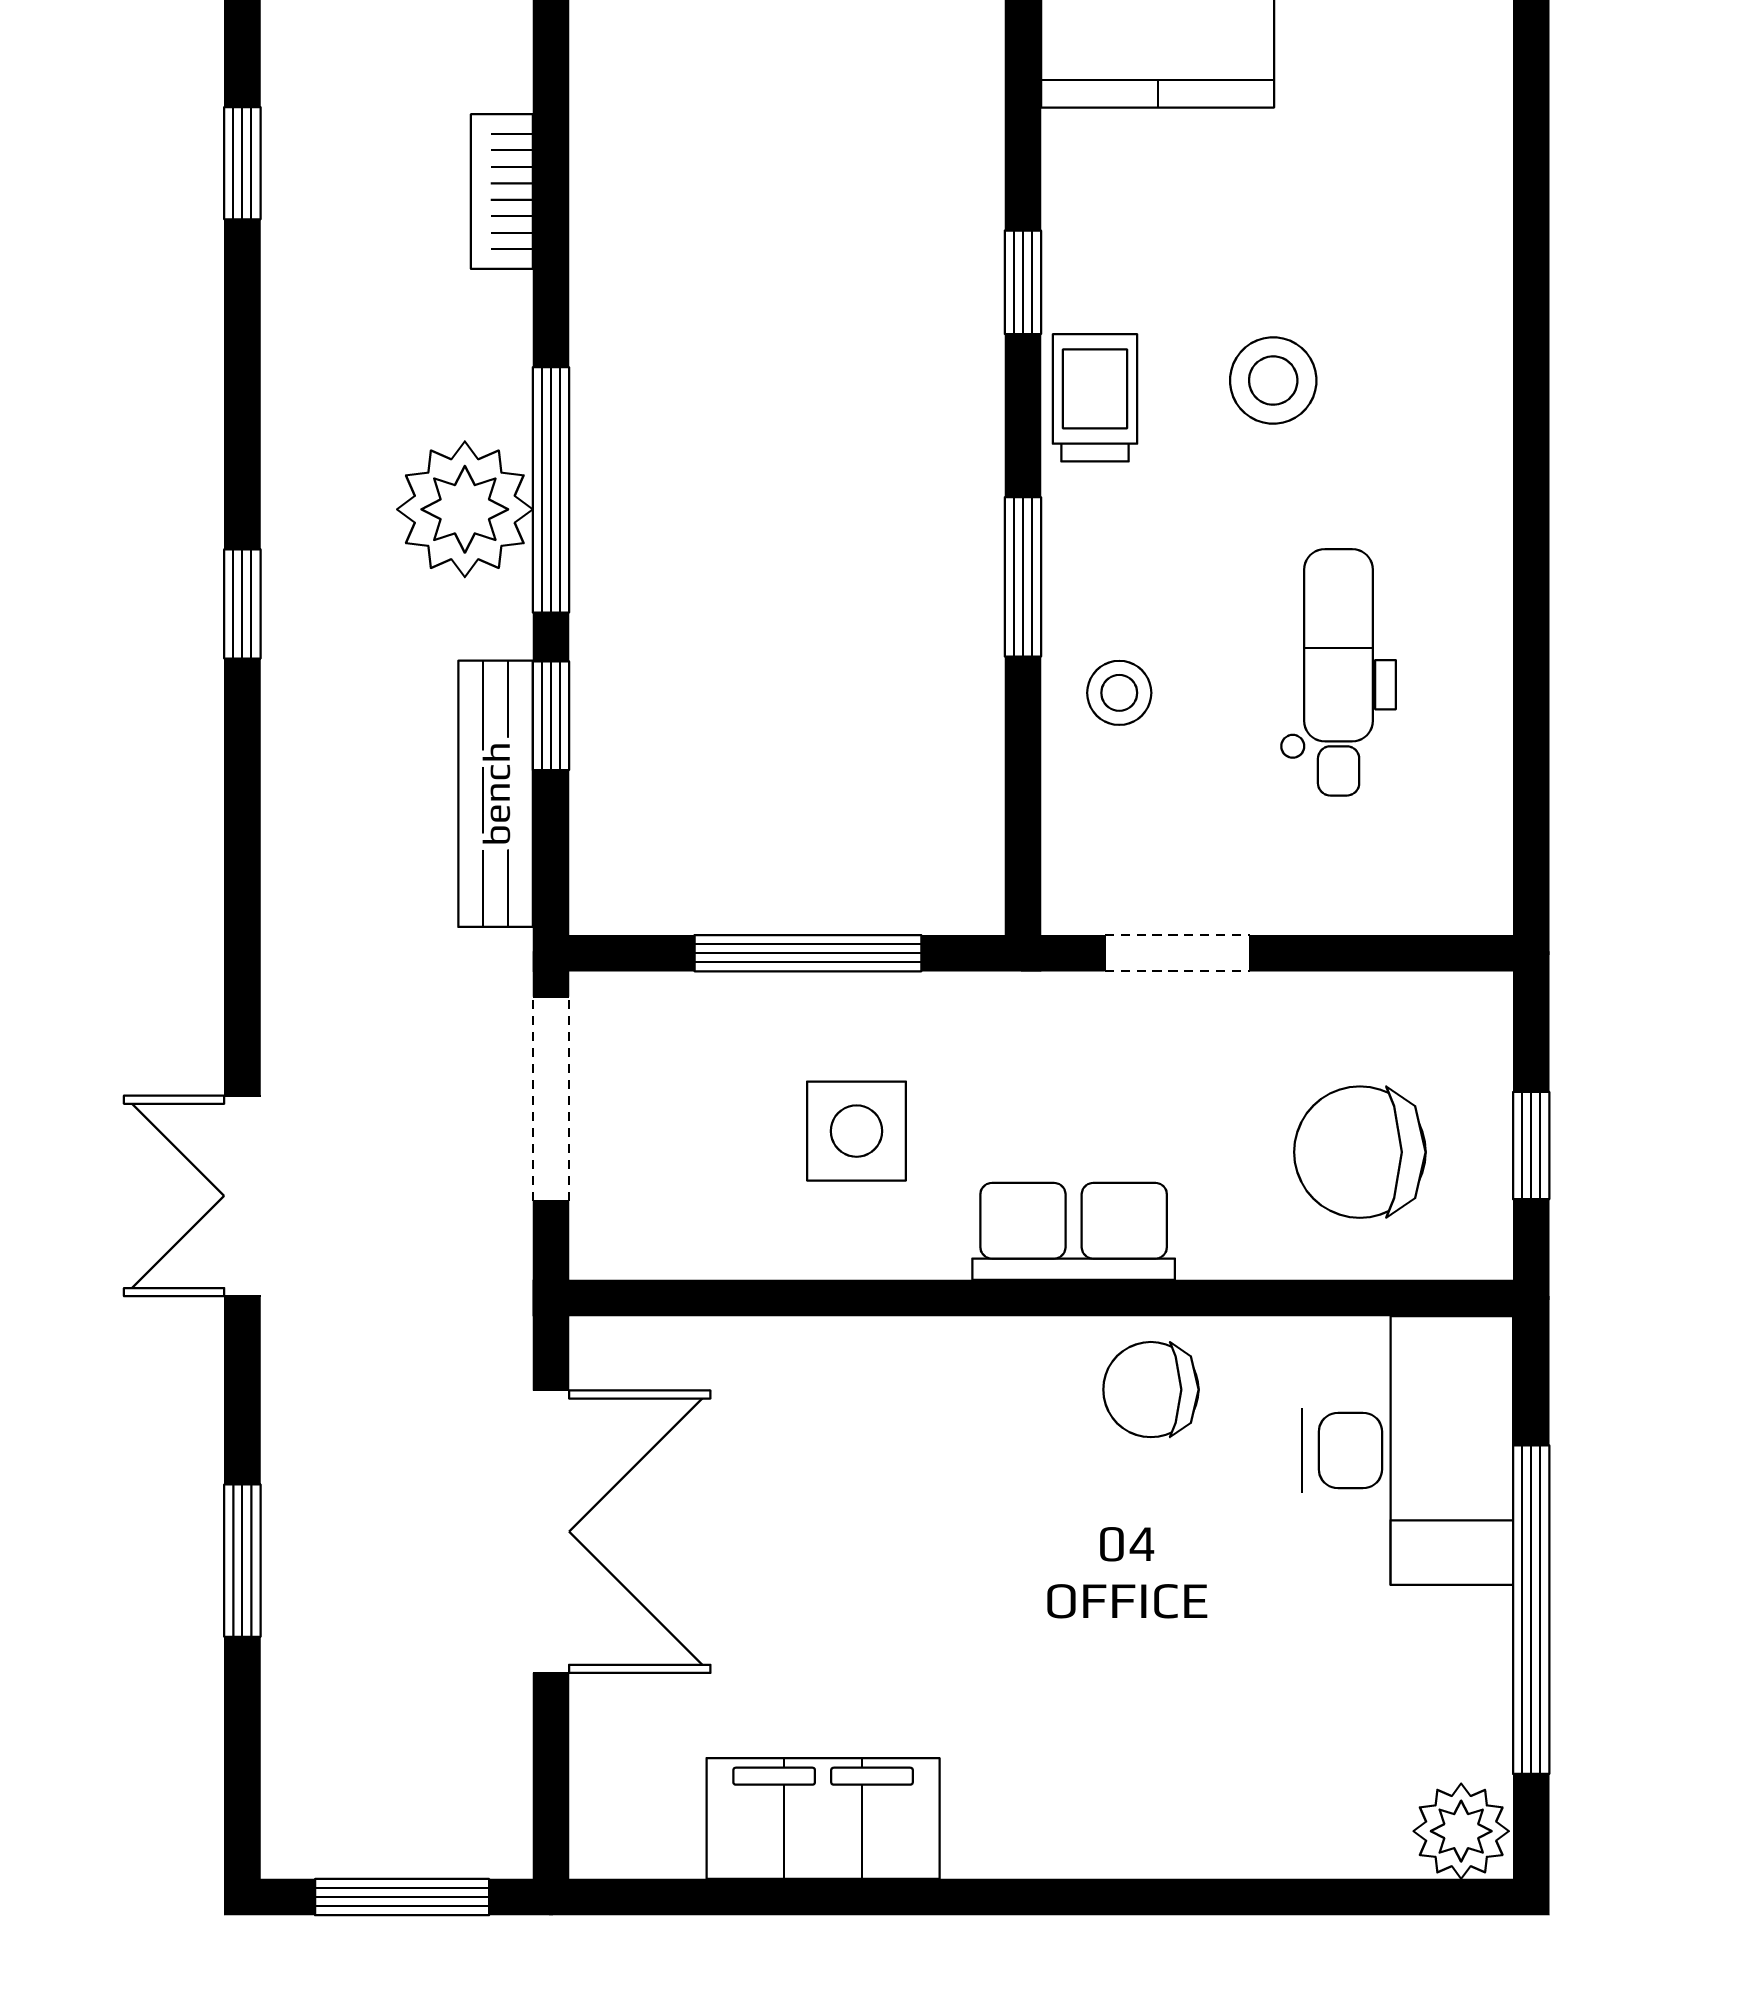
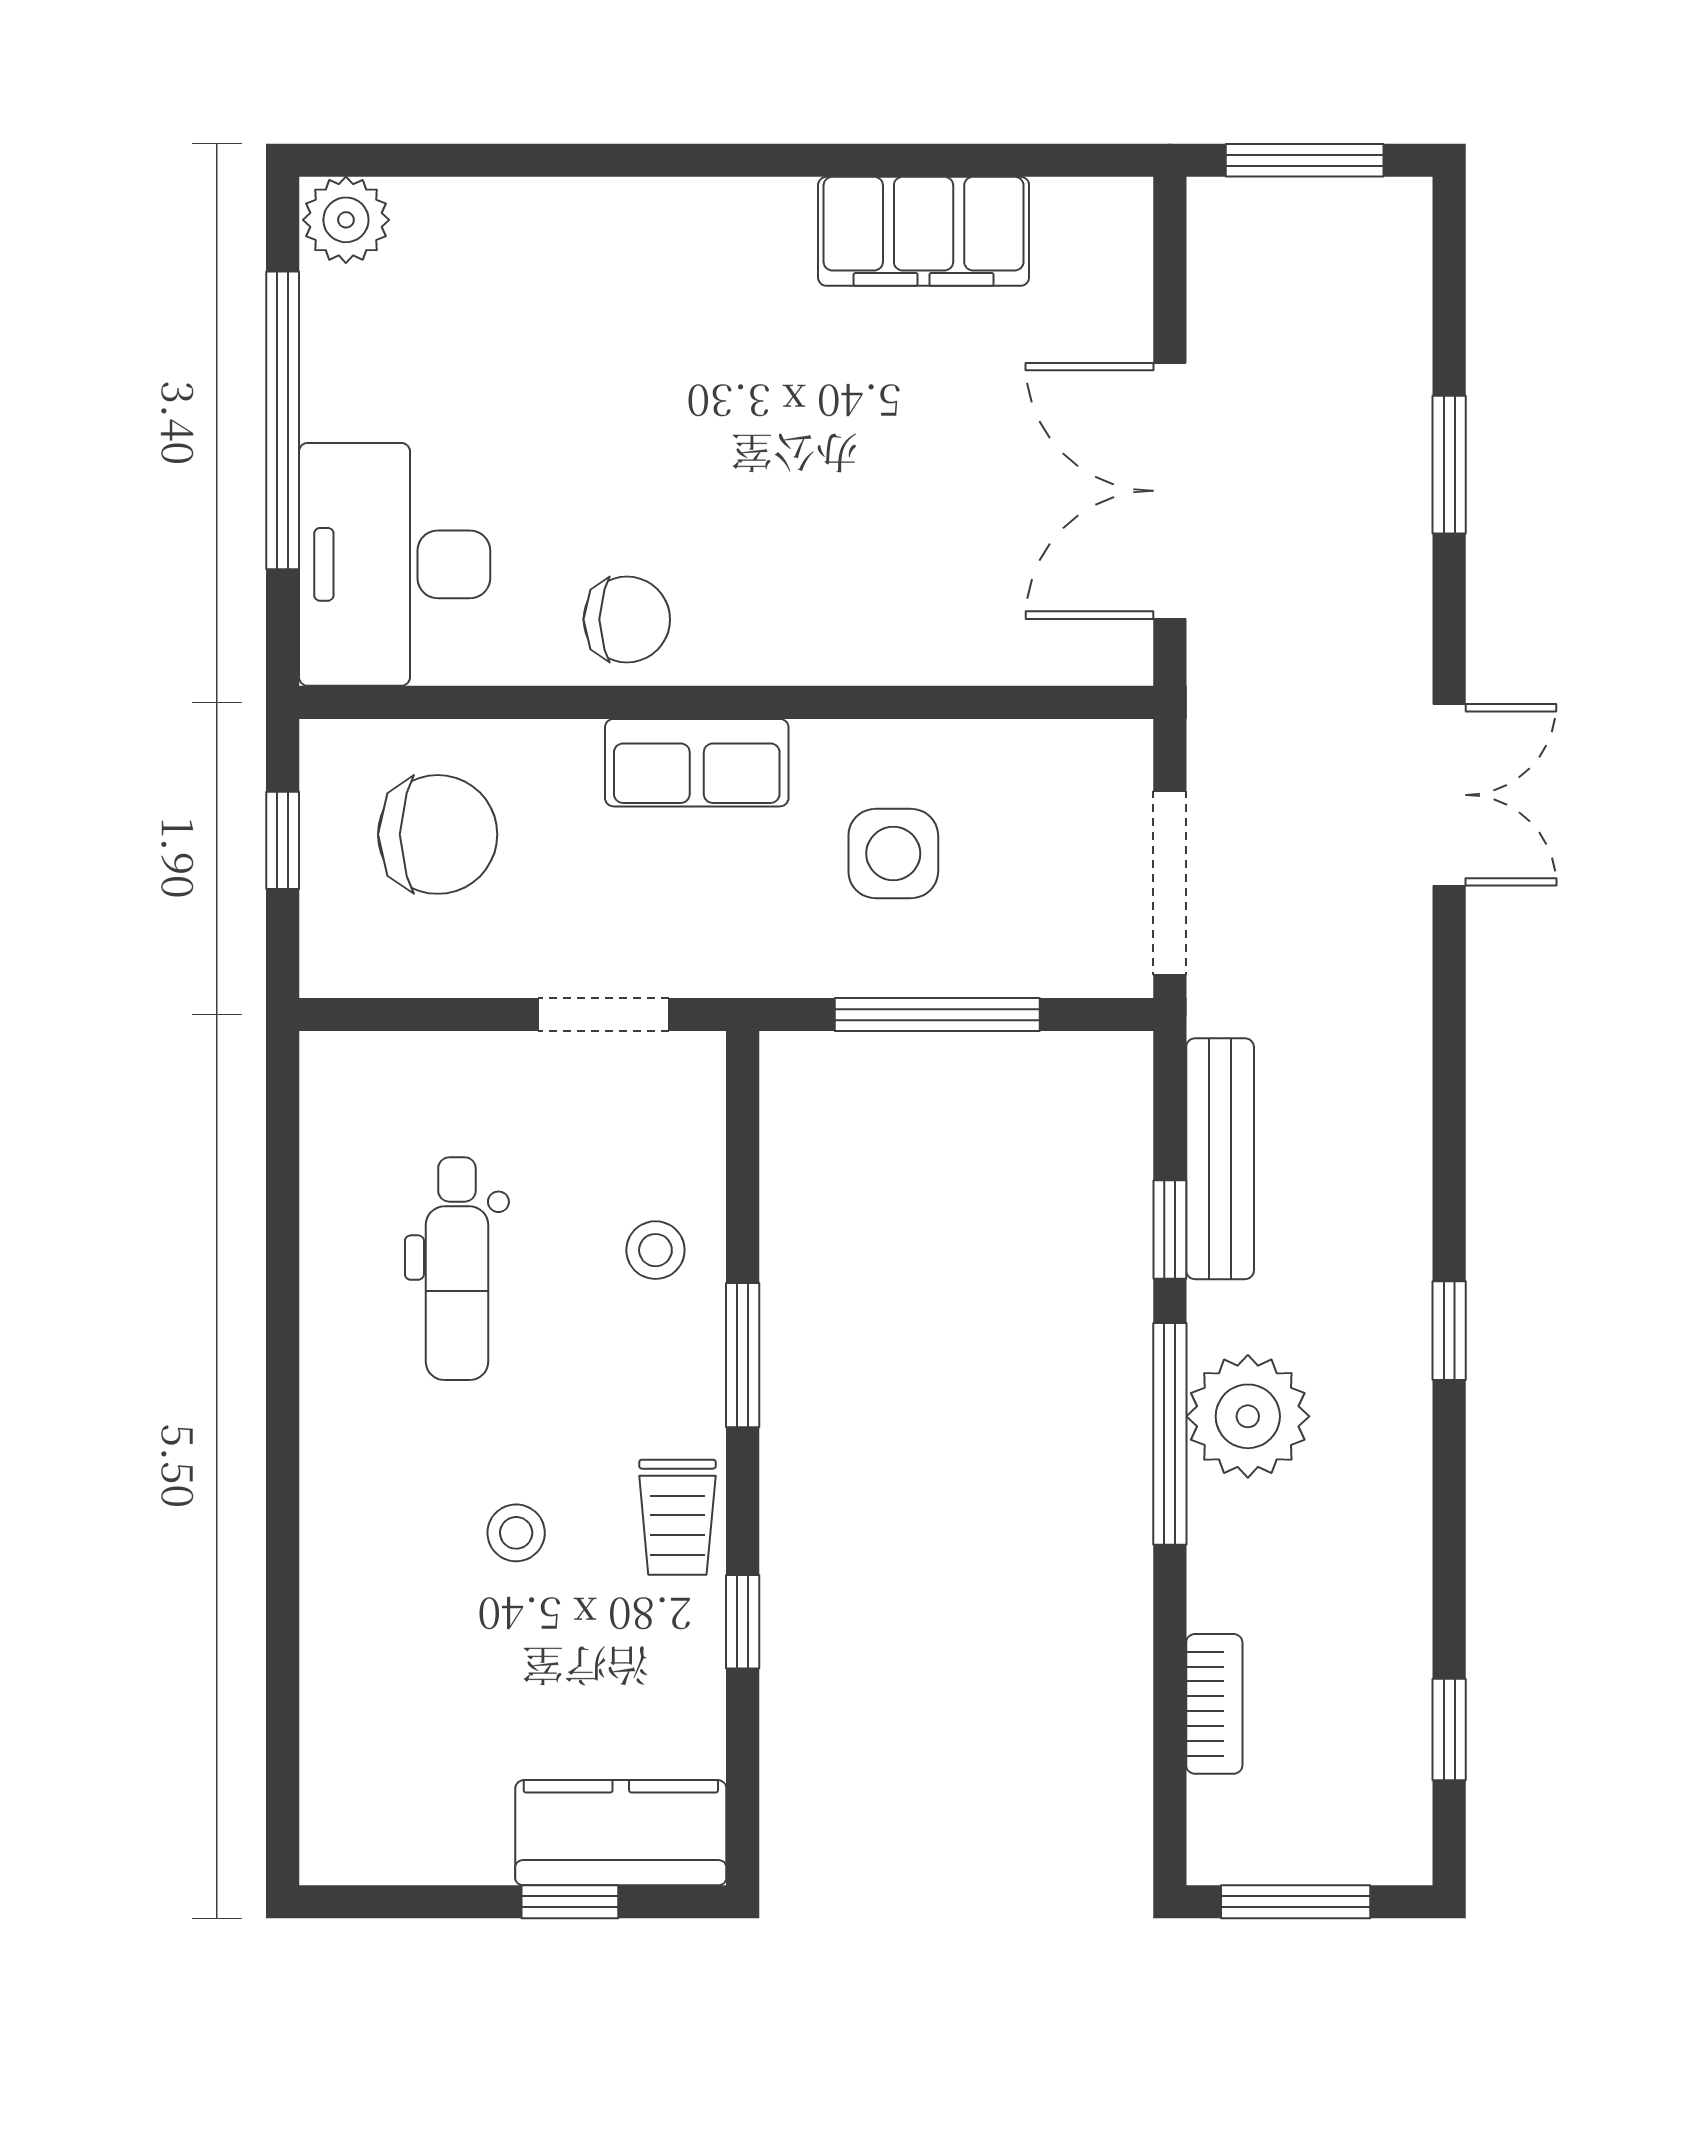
stool: (1273, 381) -> (516, 1533), width x0.73, depth x0.73

